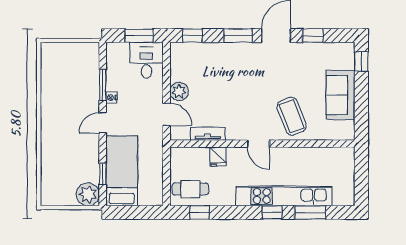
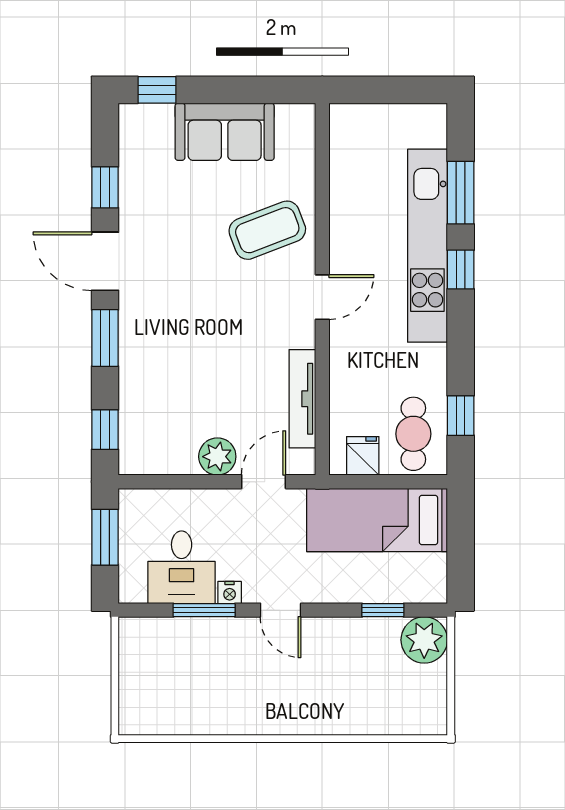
desk: (146, 60) -> (182, 567), moved, turned -90
tv unit: (208, 134) -> (302, 399), width x1.41
fridge: (218, 157) -> (363, 456), moved, turned -90
bed: (122, 171) -> (377, 520), moved

